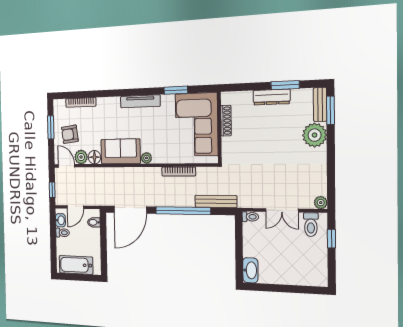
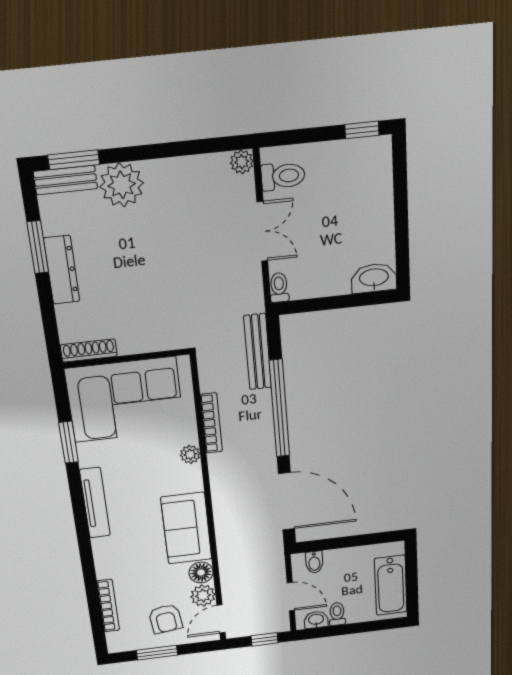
shoe rack: (226, 121) -> (89, 351), moved
plant: (146, 158) -> (190, 454), moved
window: (331, 239) -> (362, 130), moved

